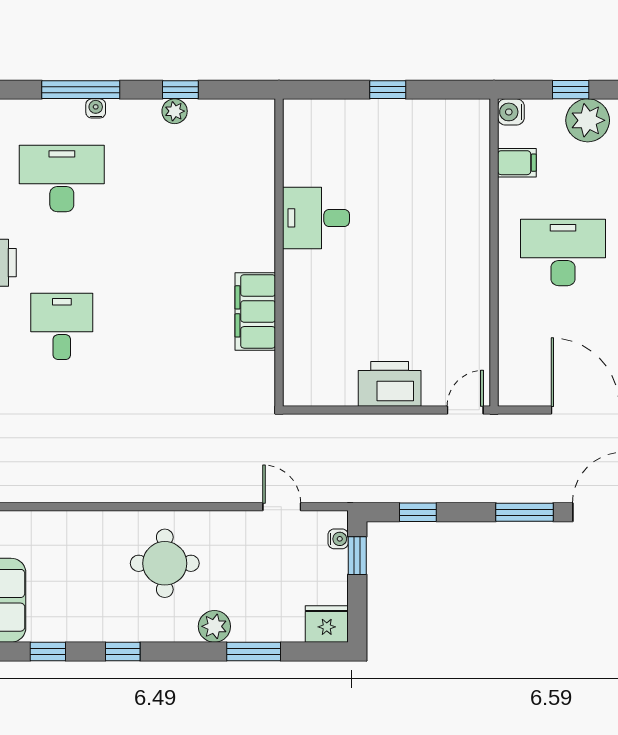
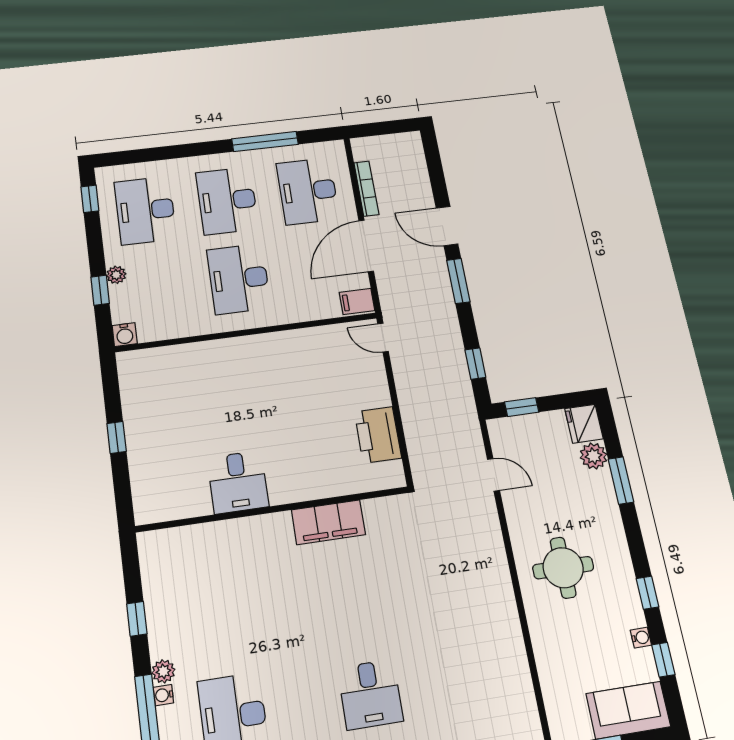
plant: (175, 111) -> (163, 671), moved
plant: (588, 120) -> (116, 275), width x0.53, depth x0.53
filing cabinet: (517, 163) -> (357, 301), moved, turned -90
desk: (62, 326) -> (370, 694), turned -90
printer: (390, 384) -> (378, 435), moved
door: (282, 507) -> (494, 475), swing flipped
water cooler: (338, 539) -> (641, 638), moved, turned 90
plant: (214, 626) -> (594, 456), moved

